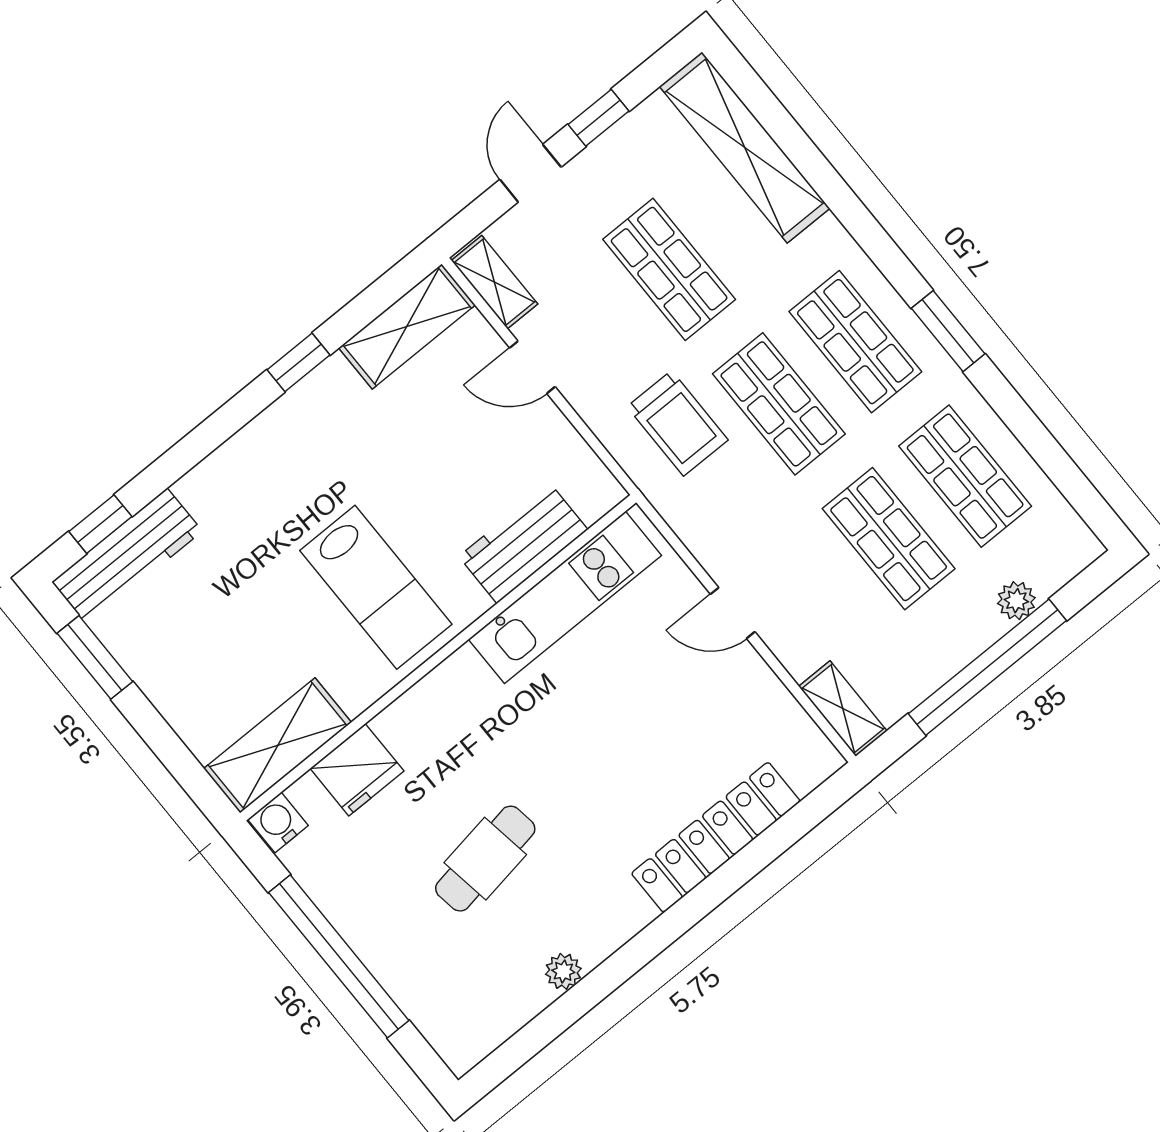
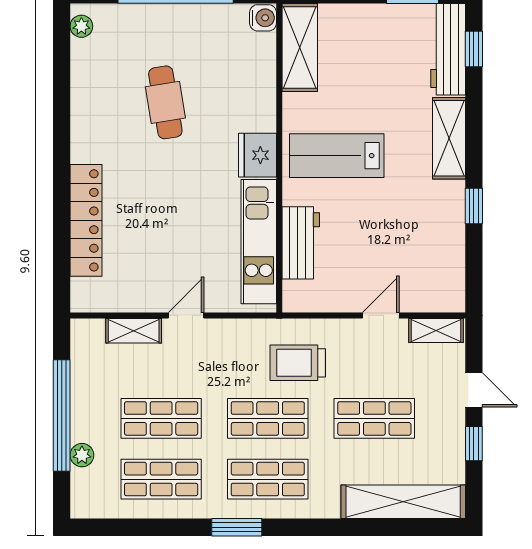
shelving: (407, 326) -> (449, 138), moved
shelving: (843, 709) -> (134, 331), moved
fridge: (357, 770) -> (257, 155), moved
plant: (563, 971) -> (81, 26), moved

